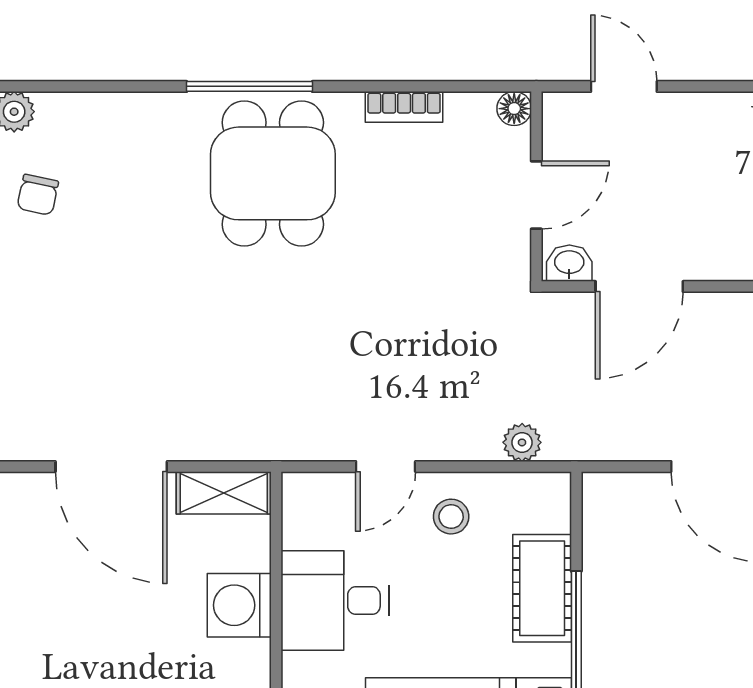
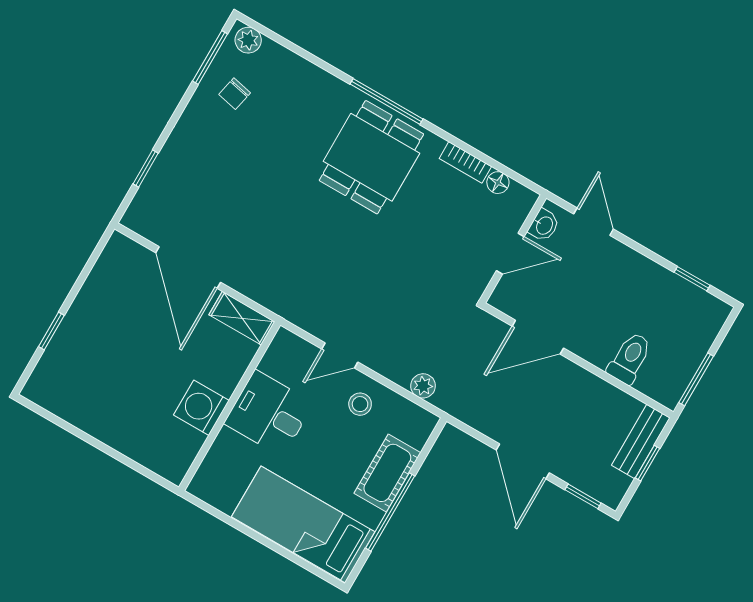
floor lamp: (514, 109) -> (498, 183), moved
washbasin: (569, 263) -> (544, 225), moved, turned 90
washing machine: (239, 605) -> (201, 408), moved

